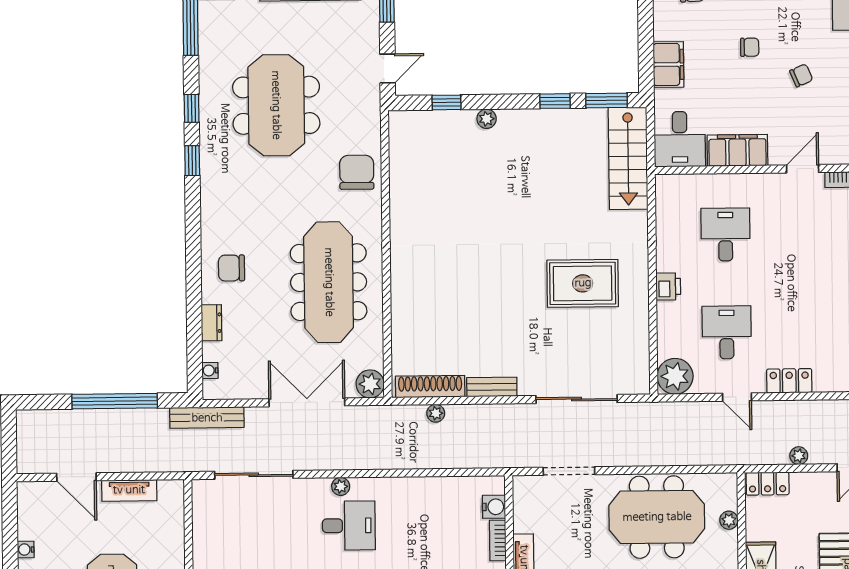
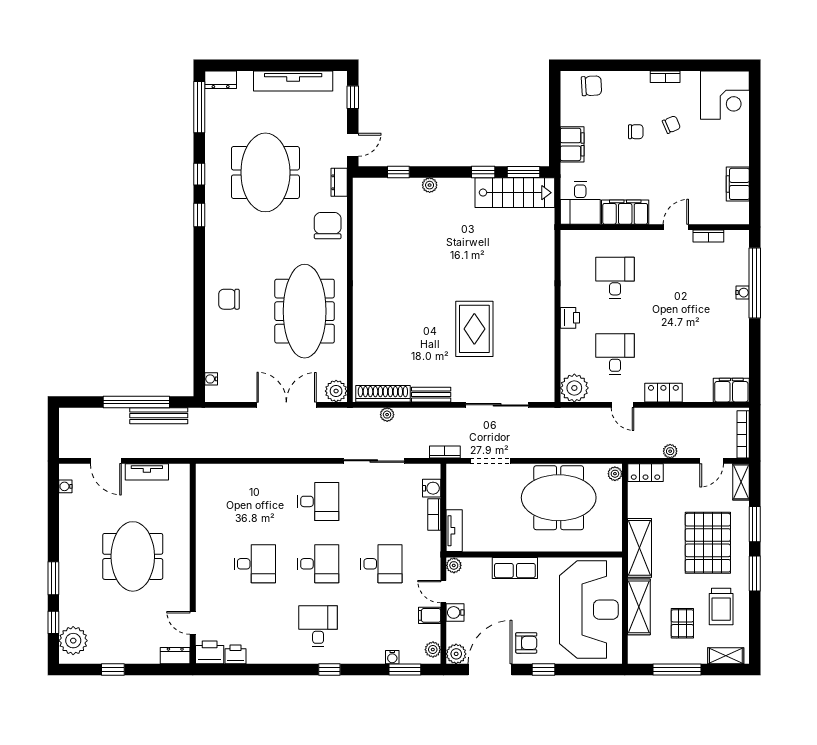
chair: (801, 75) -> (671, 125), moved
stairs: (628, 158) -> (515, 193), moved, turned -90
rug: (583, 283) -> (474, 329), moved, turned 90
dresser: (212, 323) -> (339, 182), moved, turned 180
bench: (207, 418) -> (159, 416), moved
bookcase: (510, 460) -> (445, 452), added
sliding door: (254, 475) -> (374, 461), moved
plant: (341, 486) -> (312, 471), removed
plant: (729, 520) -> (615, 474), moved
water cooler: (26, 550) -> (65, 486), moved

